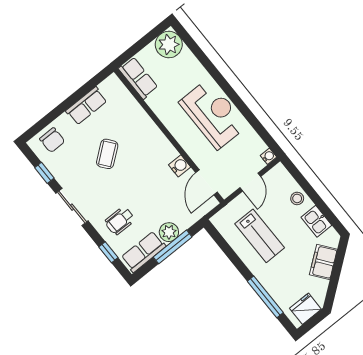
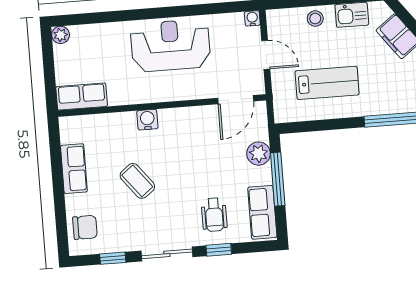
plant: (169, 45) -> (61, 35), width x0.53, depth x0.53
water cooler: (180, 166) -> (147, 120), moved
door: (207, 182) -> (236, 100), hinge flipped
plant: (169, 232) -> (259, 154), moved
window: (108, 252) -> (219, 250), moved

